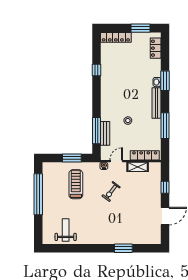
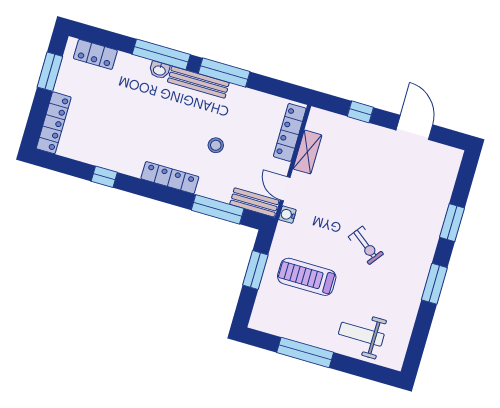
window: (165, 81) -> (161, 54), width x1.44
locker: (105, 103) -> (170, 178), added
window: (165, 126) -> (224, 73), moved
bench: (105, 133) -> (254, 202), moved
exercise bike: (111, 192) -> (366, 245), moved
window: (38, 194) -> (305, 352), width x0.68
weight bench: (66, 230) -> (361, 334), moved
window: (91, 248) -> (434, 284), added

